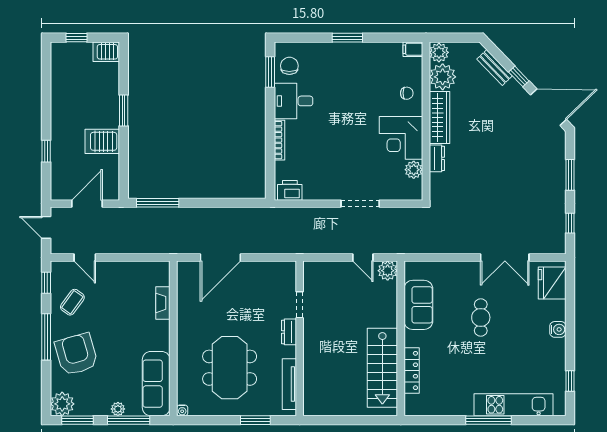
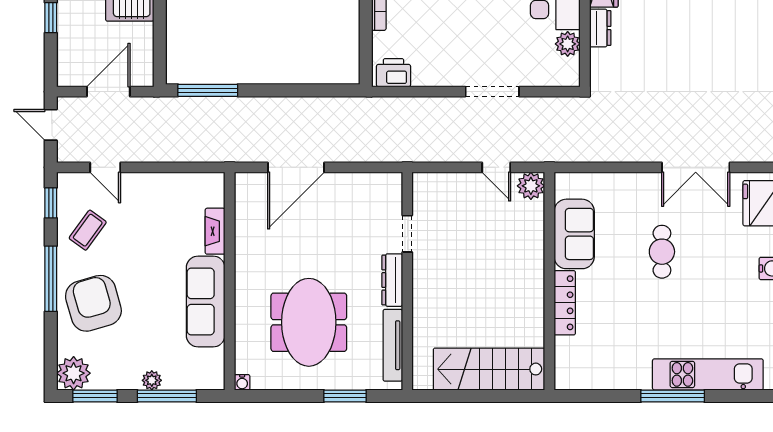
dresser: (289, 332) -> (392, 280), width x1.44
stairs: (382, 368) -> (489, 369), moved, turned 90
locker: (412, 371) -> (565, 303), moved
sofa: (156, 384) -> (206, 301), moved

